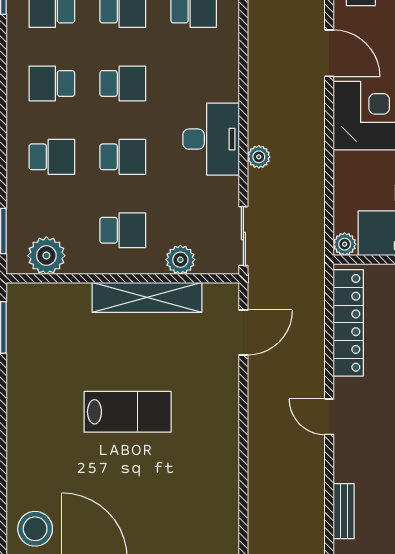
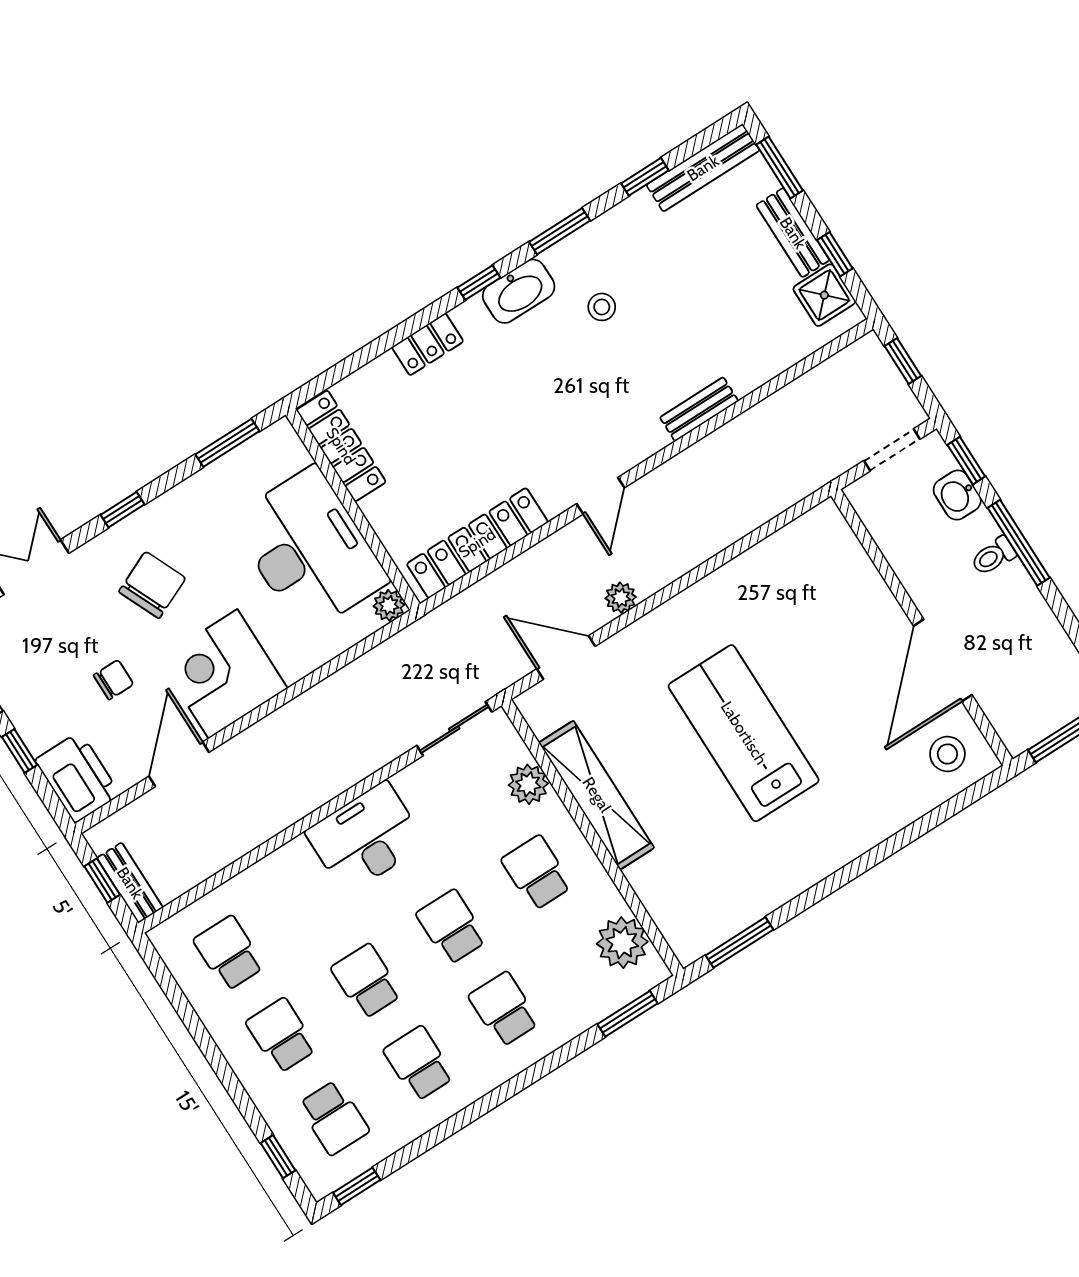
school desk: (52, 83) -> (419, 1064), turned 180
plant: (259, 157) -> (621, 598), moved
lab bench: (128, 412) -> (744, 733), width x1.36, depth x1.39
stool: (35, 529) -> (947, 754), width x0.73, depth x0.73

